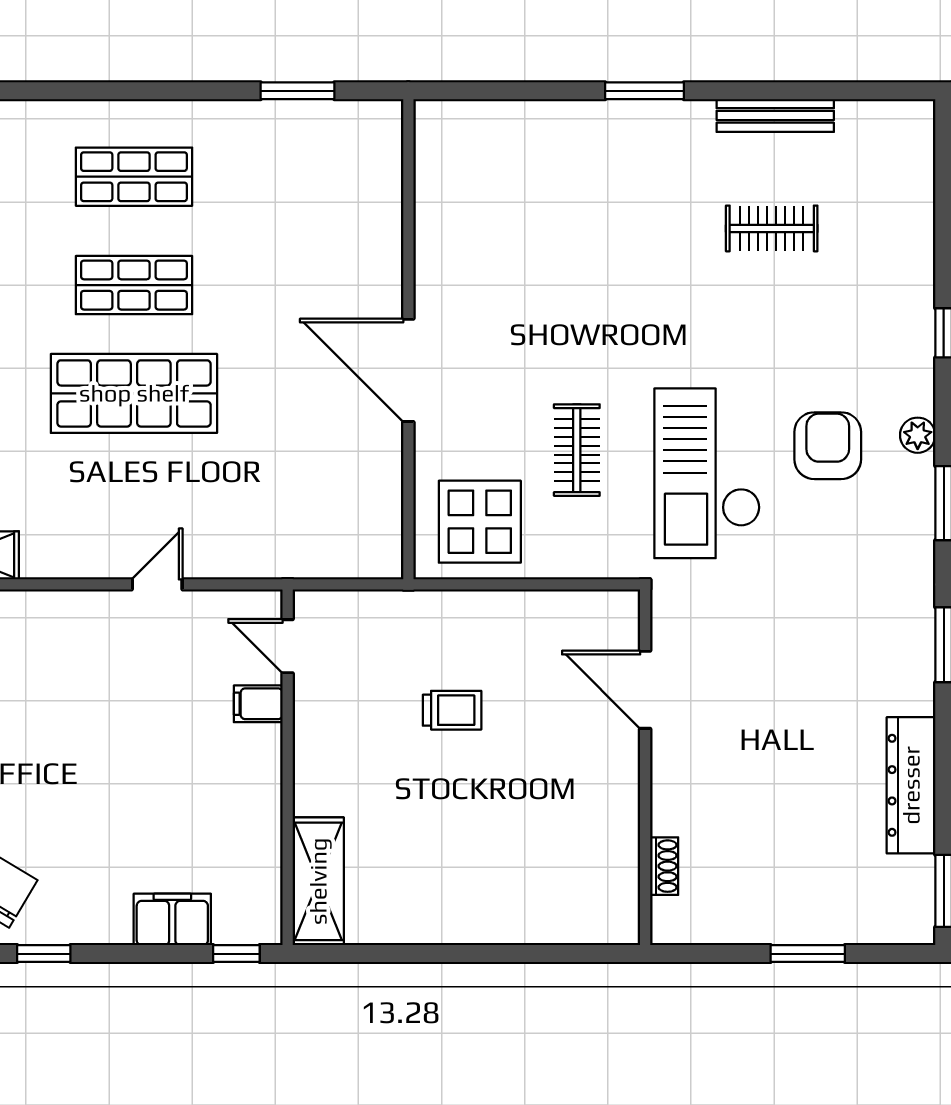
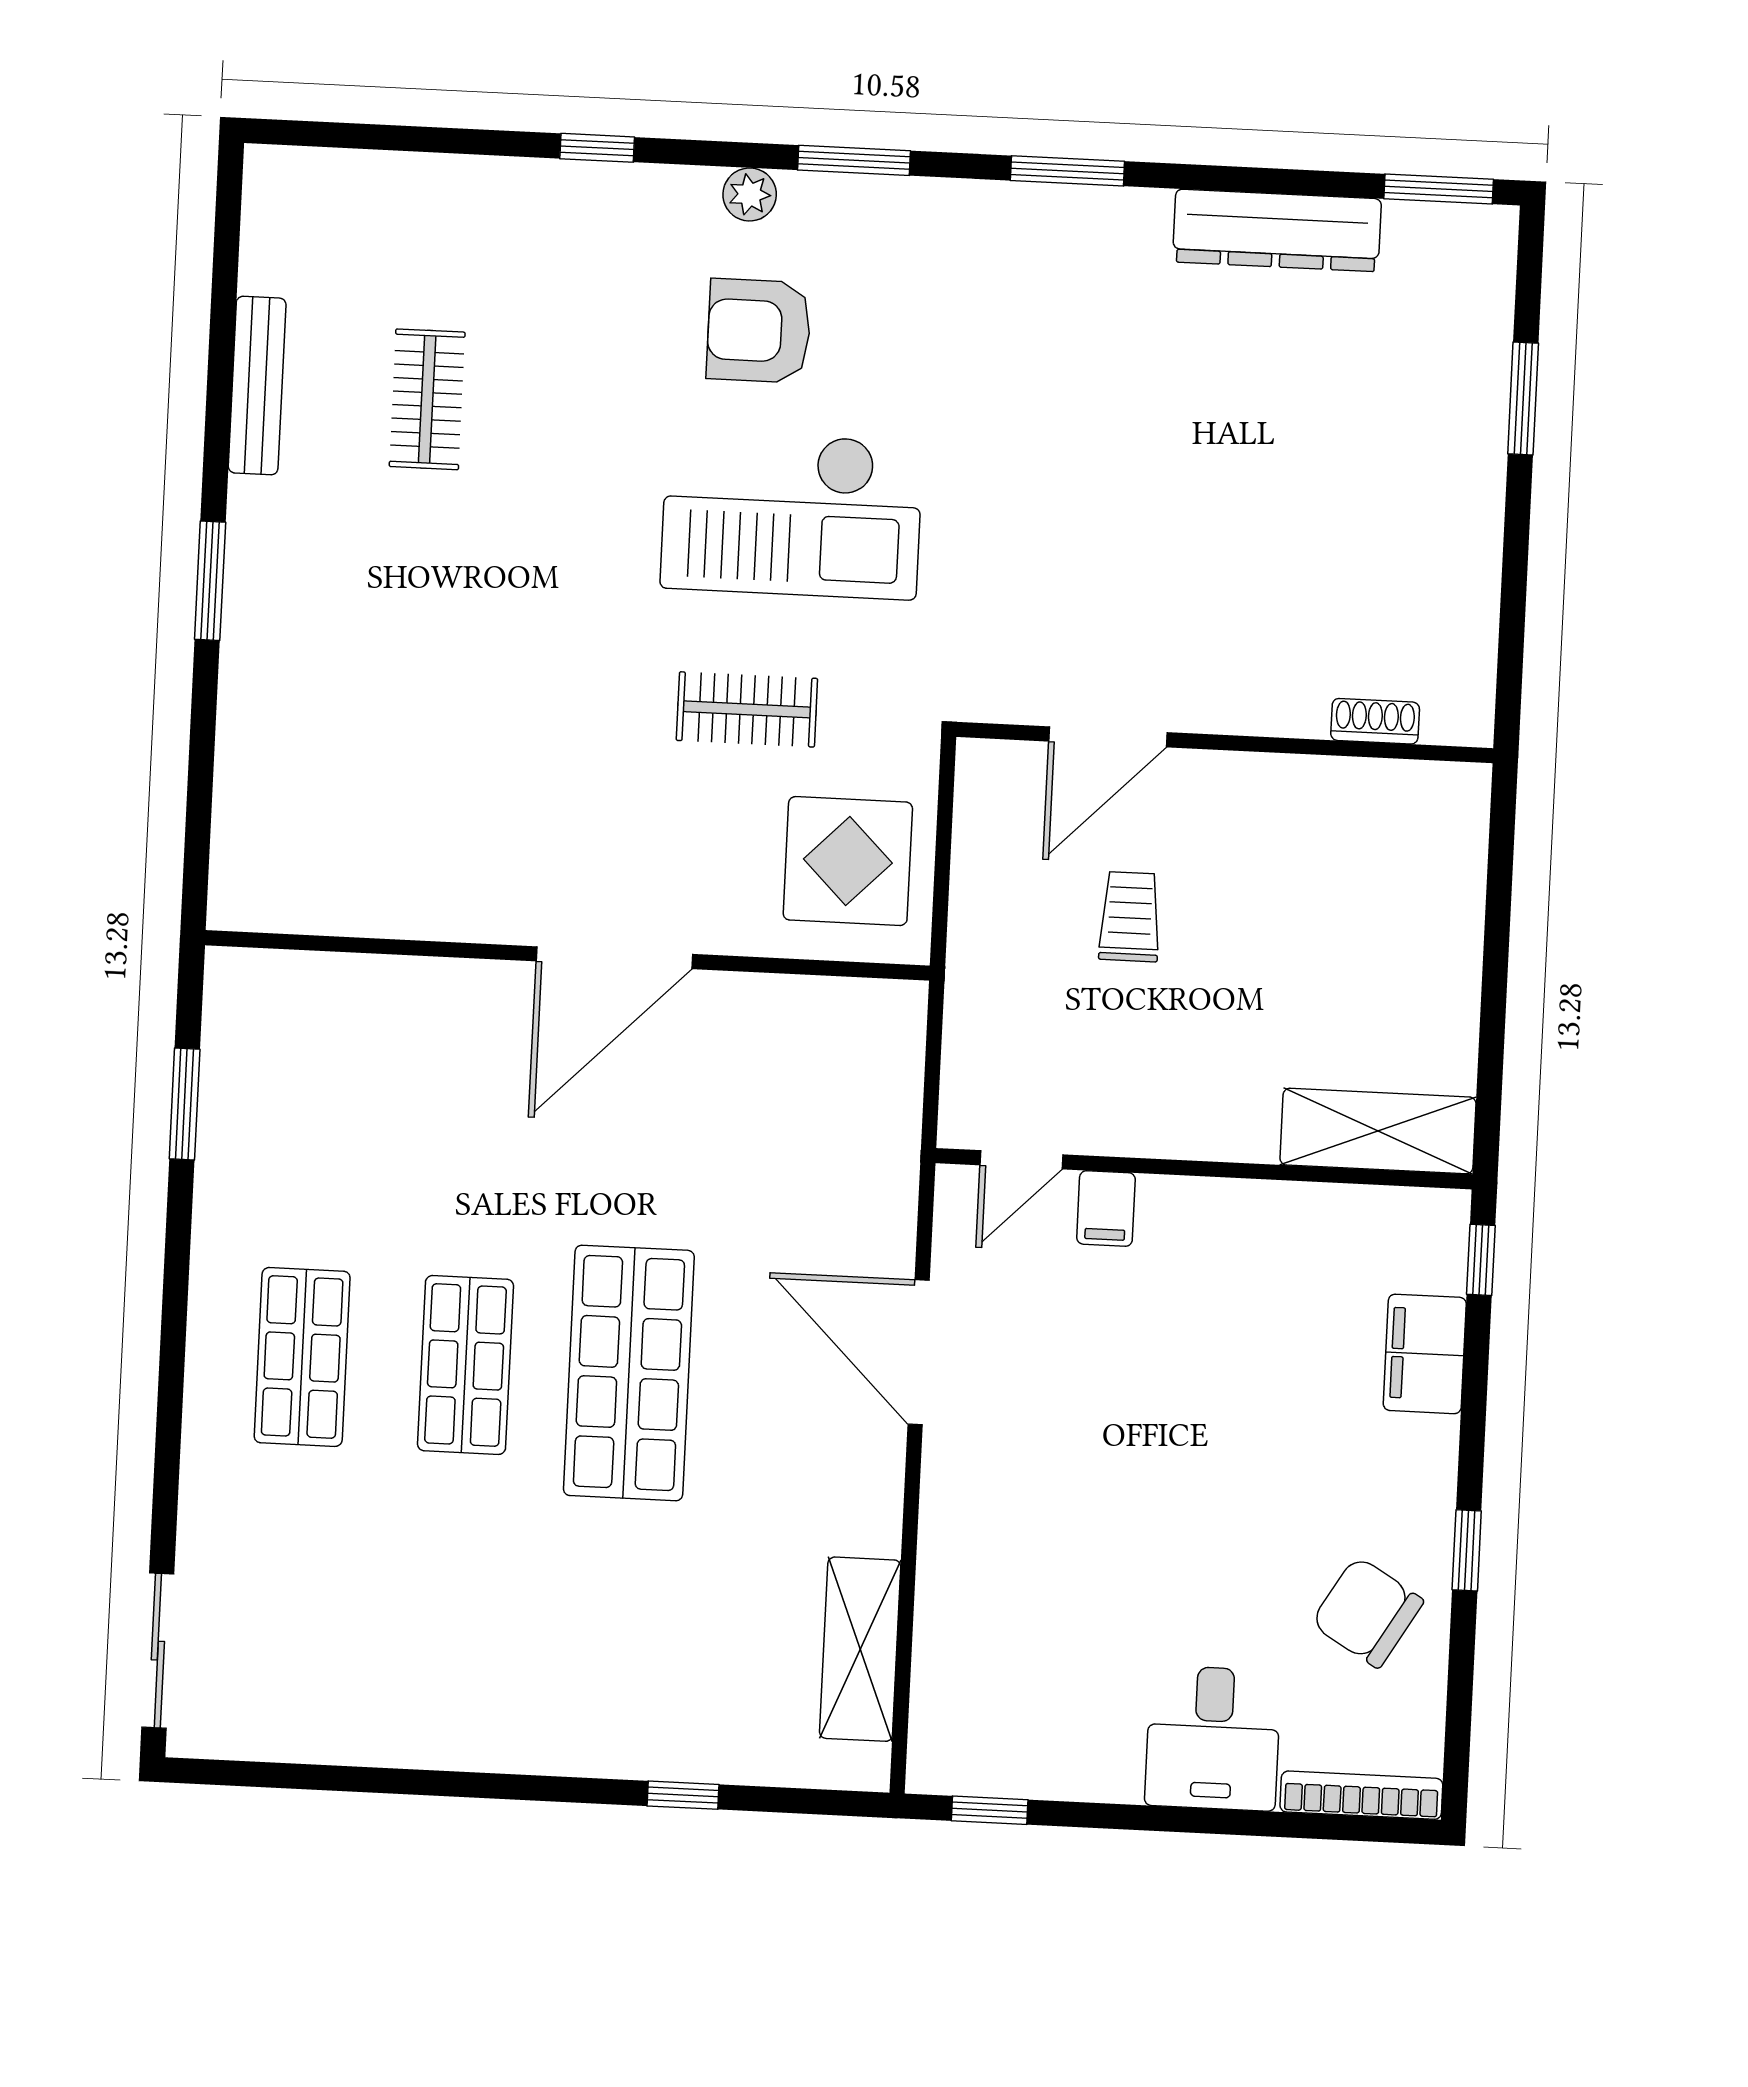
door: (157, 584) -> (919, 1352), width x1.88
door: (645, 690) -> (1108, 737), moved
wall: (645, 767) -> (1225, 743), moved
shoe rack: (664, 866) -> (1375, 721), moved

